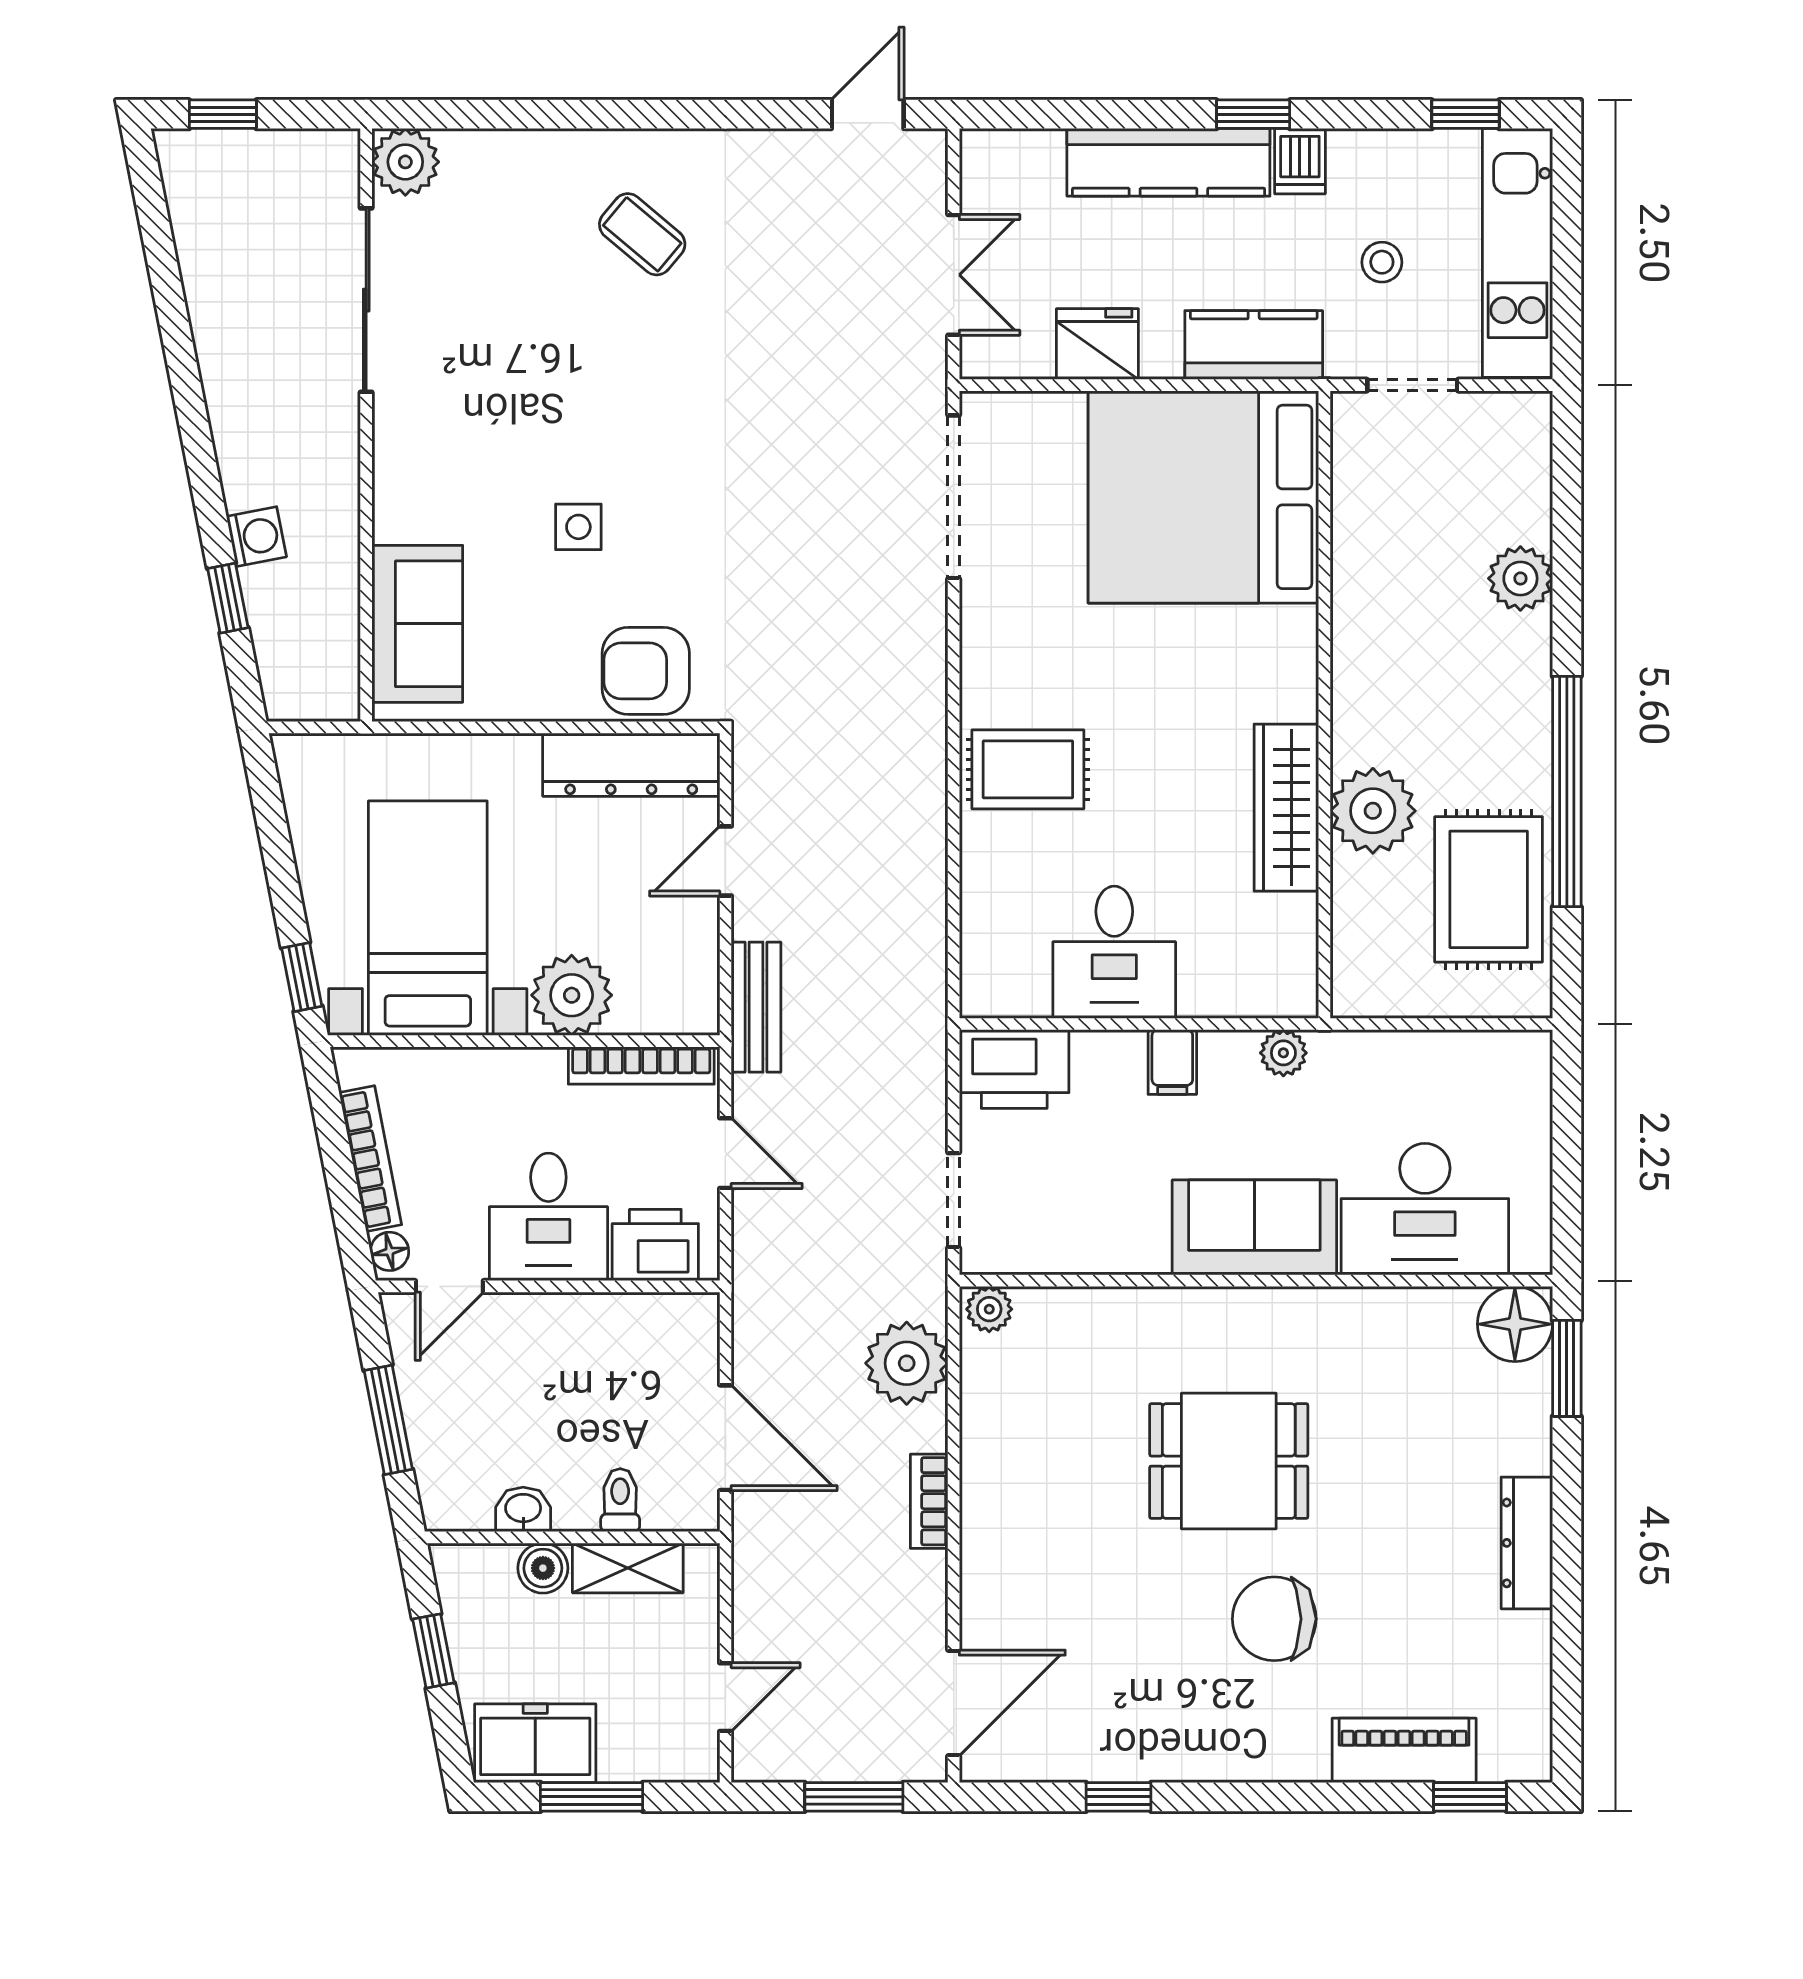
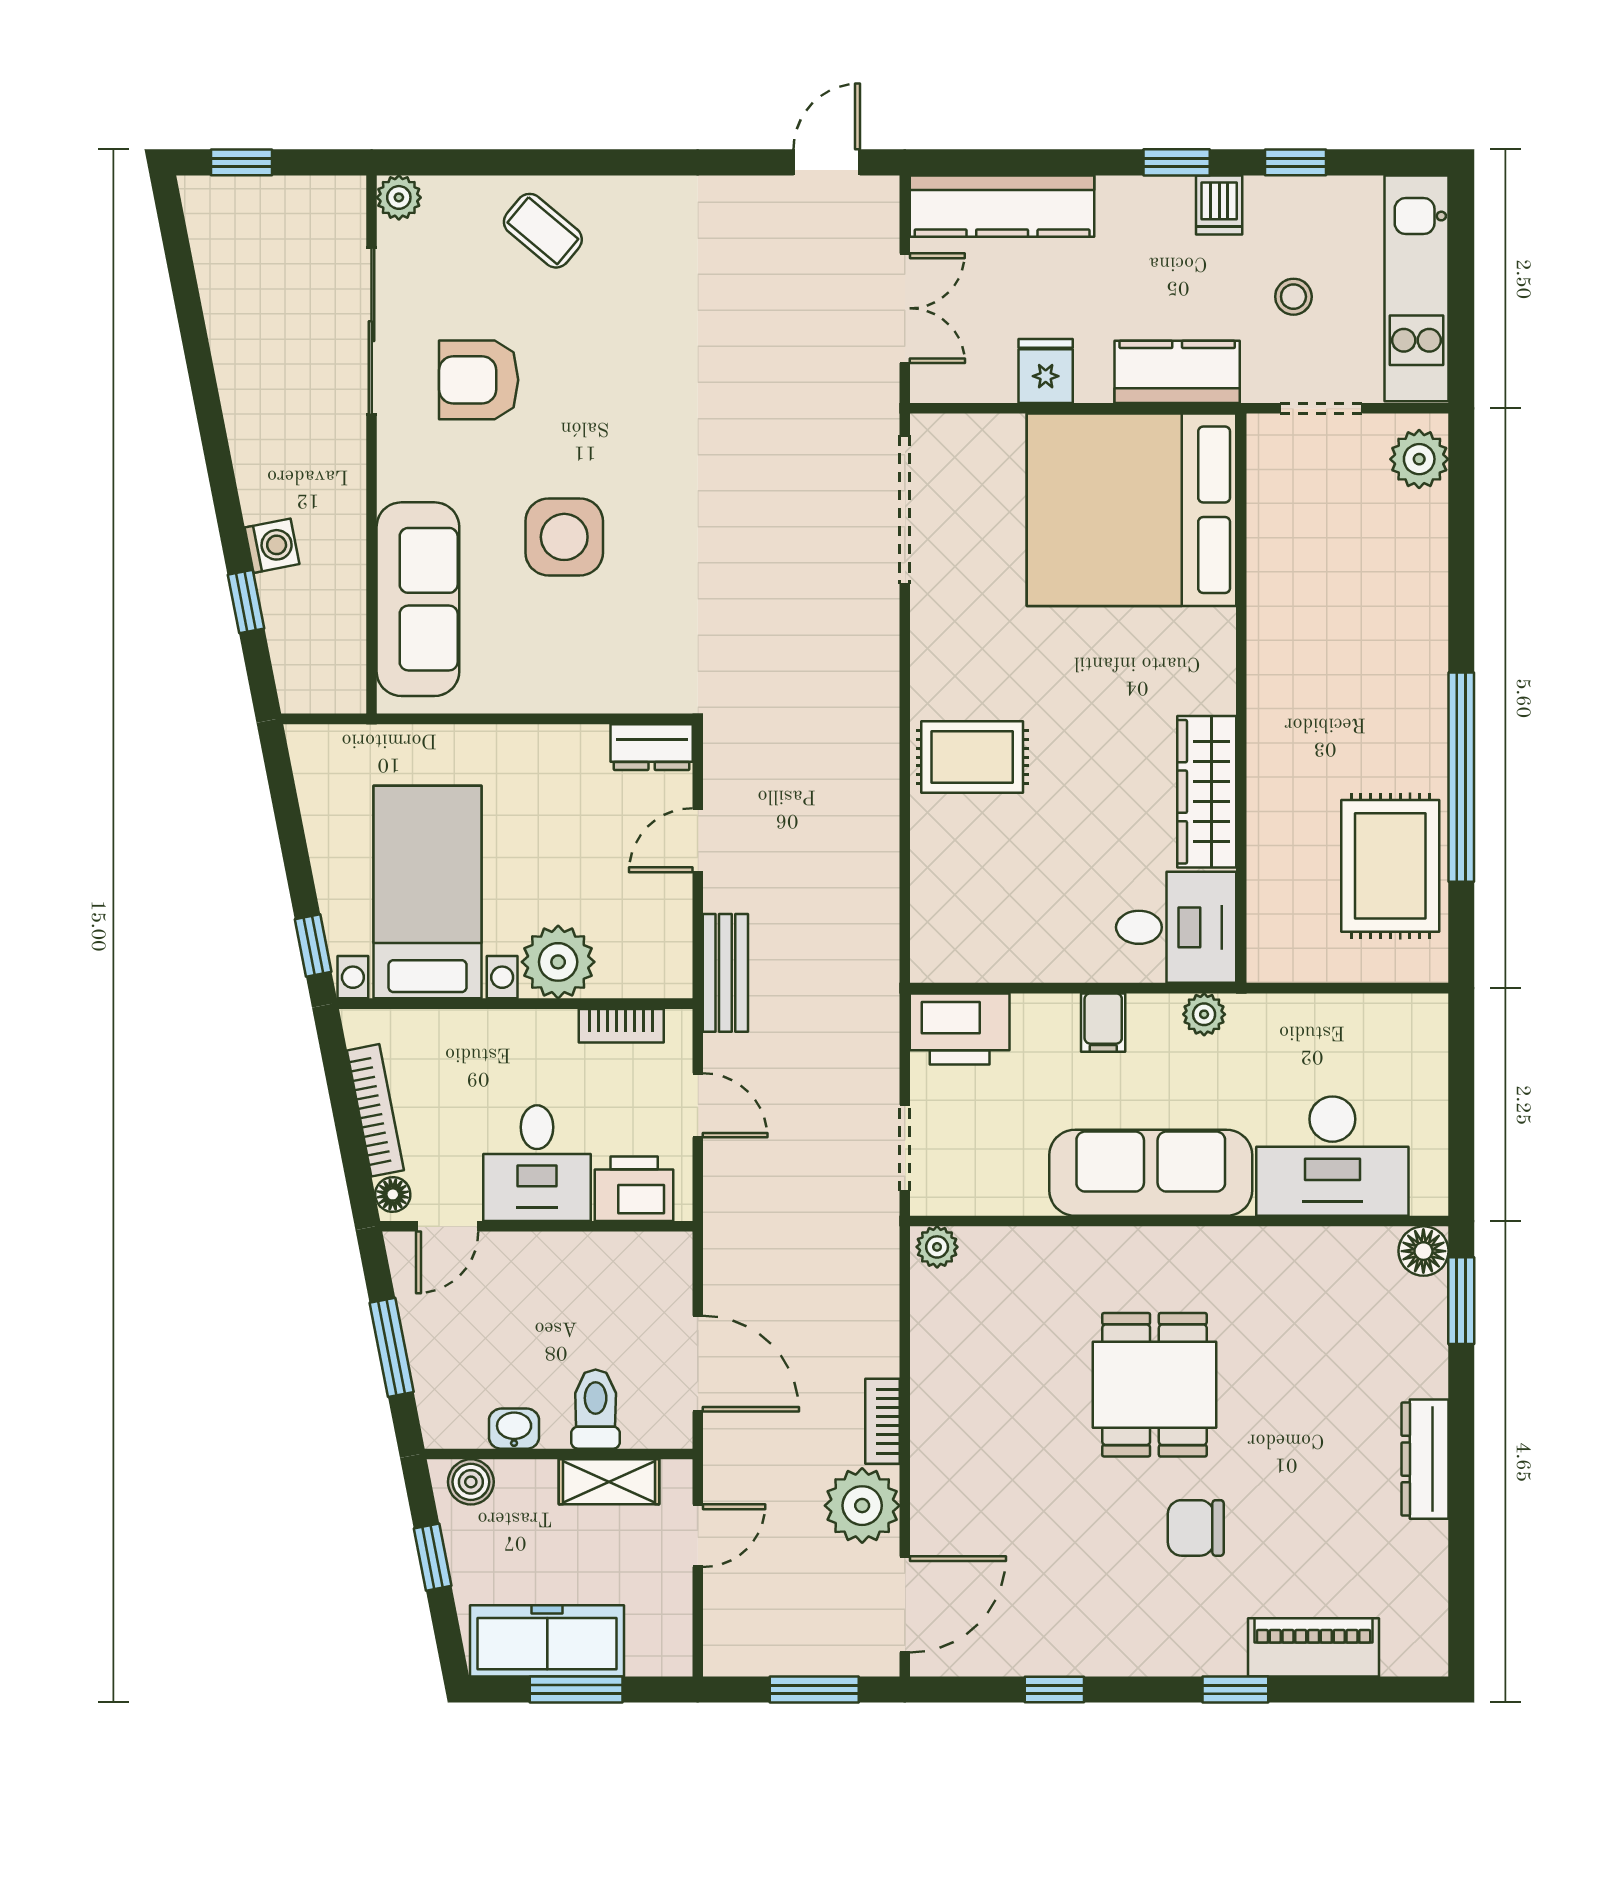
window: (1465, 114) -> (1295, 162), moved
plant: (405, 162) -> (399, 197), width x0.73, depth x0.73
kitchen counter: (1168, 162) -> (1002, 206), moved
coffee table: (642, 234) -> (543, 231), moved
fridge: (1097, 344) -> (1046, 371), width x0.72
side table: (578, 527) -> (564, 537), width x1.87, depth x1.87
plant: (1520, 578) -> (1419, 459), moved
sofa: (417, 624) -> (418, 599), width x1.36
armchair: (646, 671) -> (479, 380), moved
dresser: (631, 765) -> (652, 747), width x0.51, depth x0.80
plant: (1373, 811) -> (1285, 795), removed
desk: (1114, 952) -> (1176, 927), moved, turned -90
bookcase: (641, 1065) -> (621, 1026), width x0.64
sofa: (1254, 1227) -> (1151, 1173), width x1.36
floor lamp: (1515, 1324) -> (1423, 1251), width x0.73, depth x0.73
plant: (907, 1363) -> (862, 1506), moved
dining table: (1229, 1461) -> (1154, 1385), turned 90
toilet: (620, 1500) -> (596, 1409), width x1.37, depth x1.39
boiler: (543, 1568) -> (471, 1482), moved
chair: (1274, 1619) -> (1196, 1528), width x0.73, depth x0.73
door: (725, 1697) -> (698, 1536), moved
freezer: (535, 1743) -> (547, 1641), width x1.40
window: (1470, 1797) -> (1235, 1690), moved

